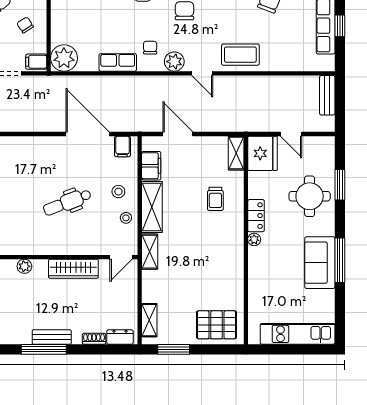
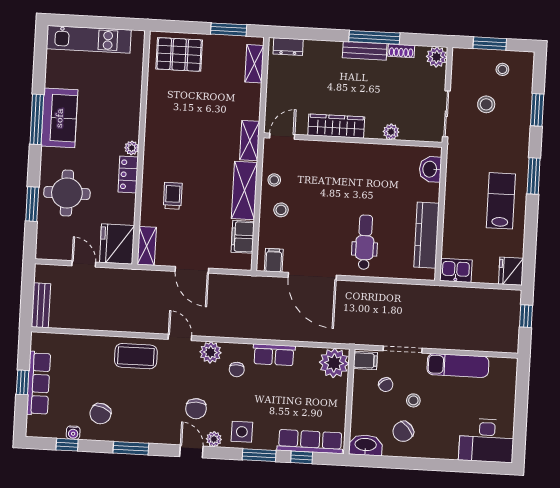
chair: (25, 25) -> (386, 385), moved
door: (178, 134) -> (192, 270), moved
dental chair: (67, 202) -> (365, 242), moved, turned -69
shoe rack: (94, 339) -> (401, 51), moved

